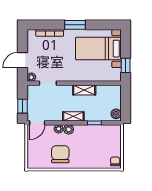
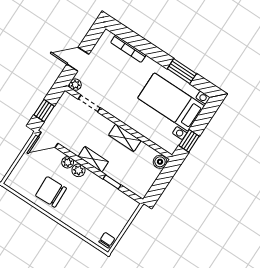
window: (75, 25) -> (182, 71), moved
boiler: (116, 114) -> (160, 162), moved
chair: (60, 154) -> (51, 192), turned -92

